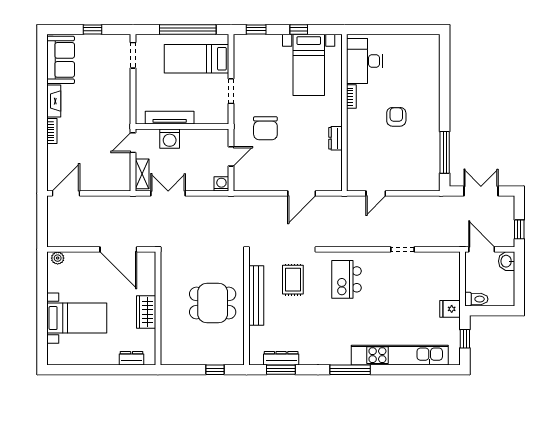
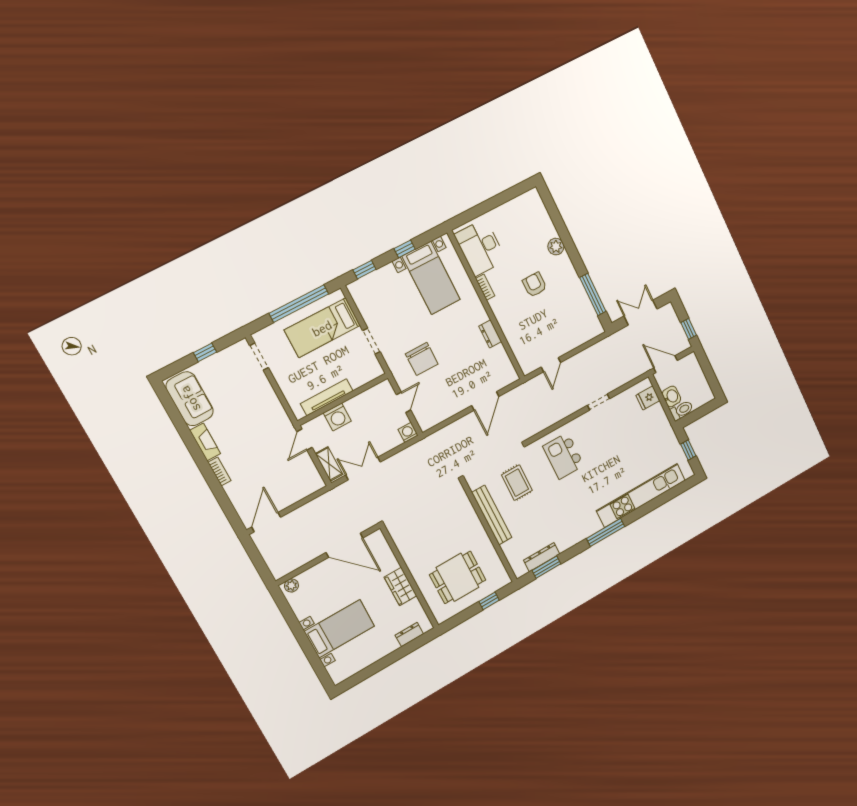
plant: (432, 94) -> (556, 247), added
washbasin: (507, 261) -> (671, 396), moved, turned 180
dining table: (213, 303) -> (458, 577), moved
fridge: (450, 309) -> (648, 398), moved

